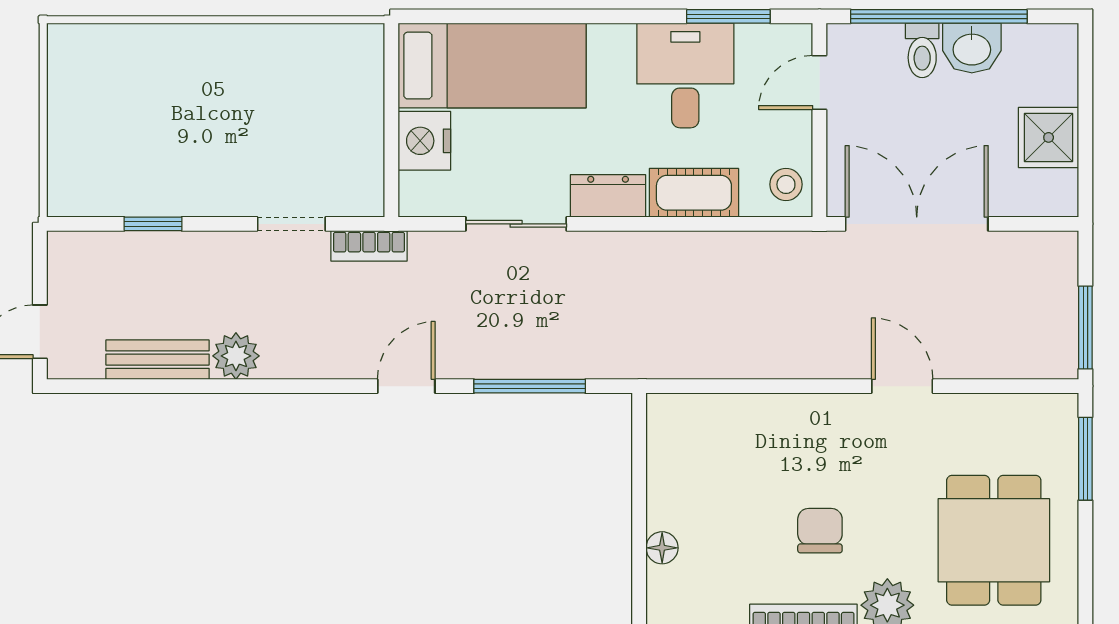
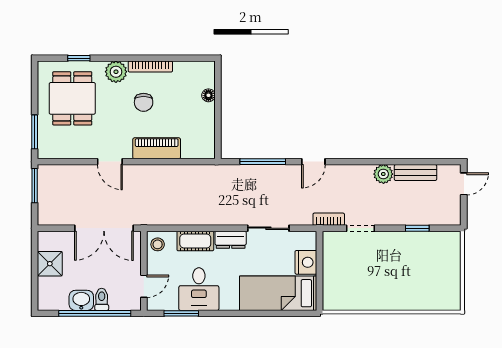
piano: (788, 419) -> (157, 148), added

